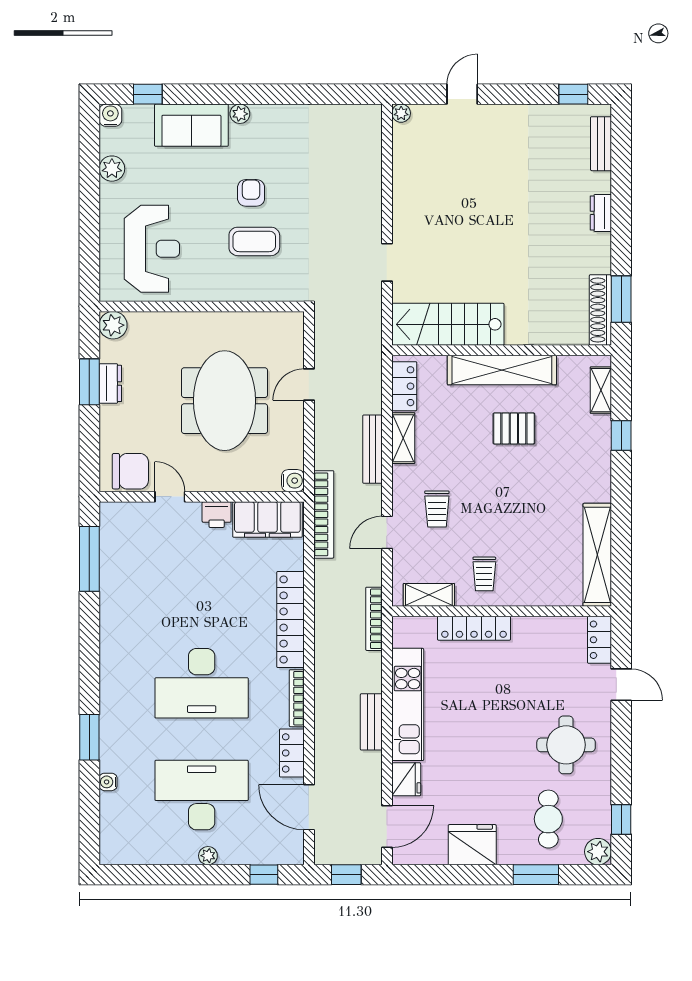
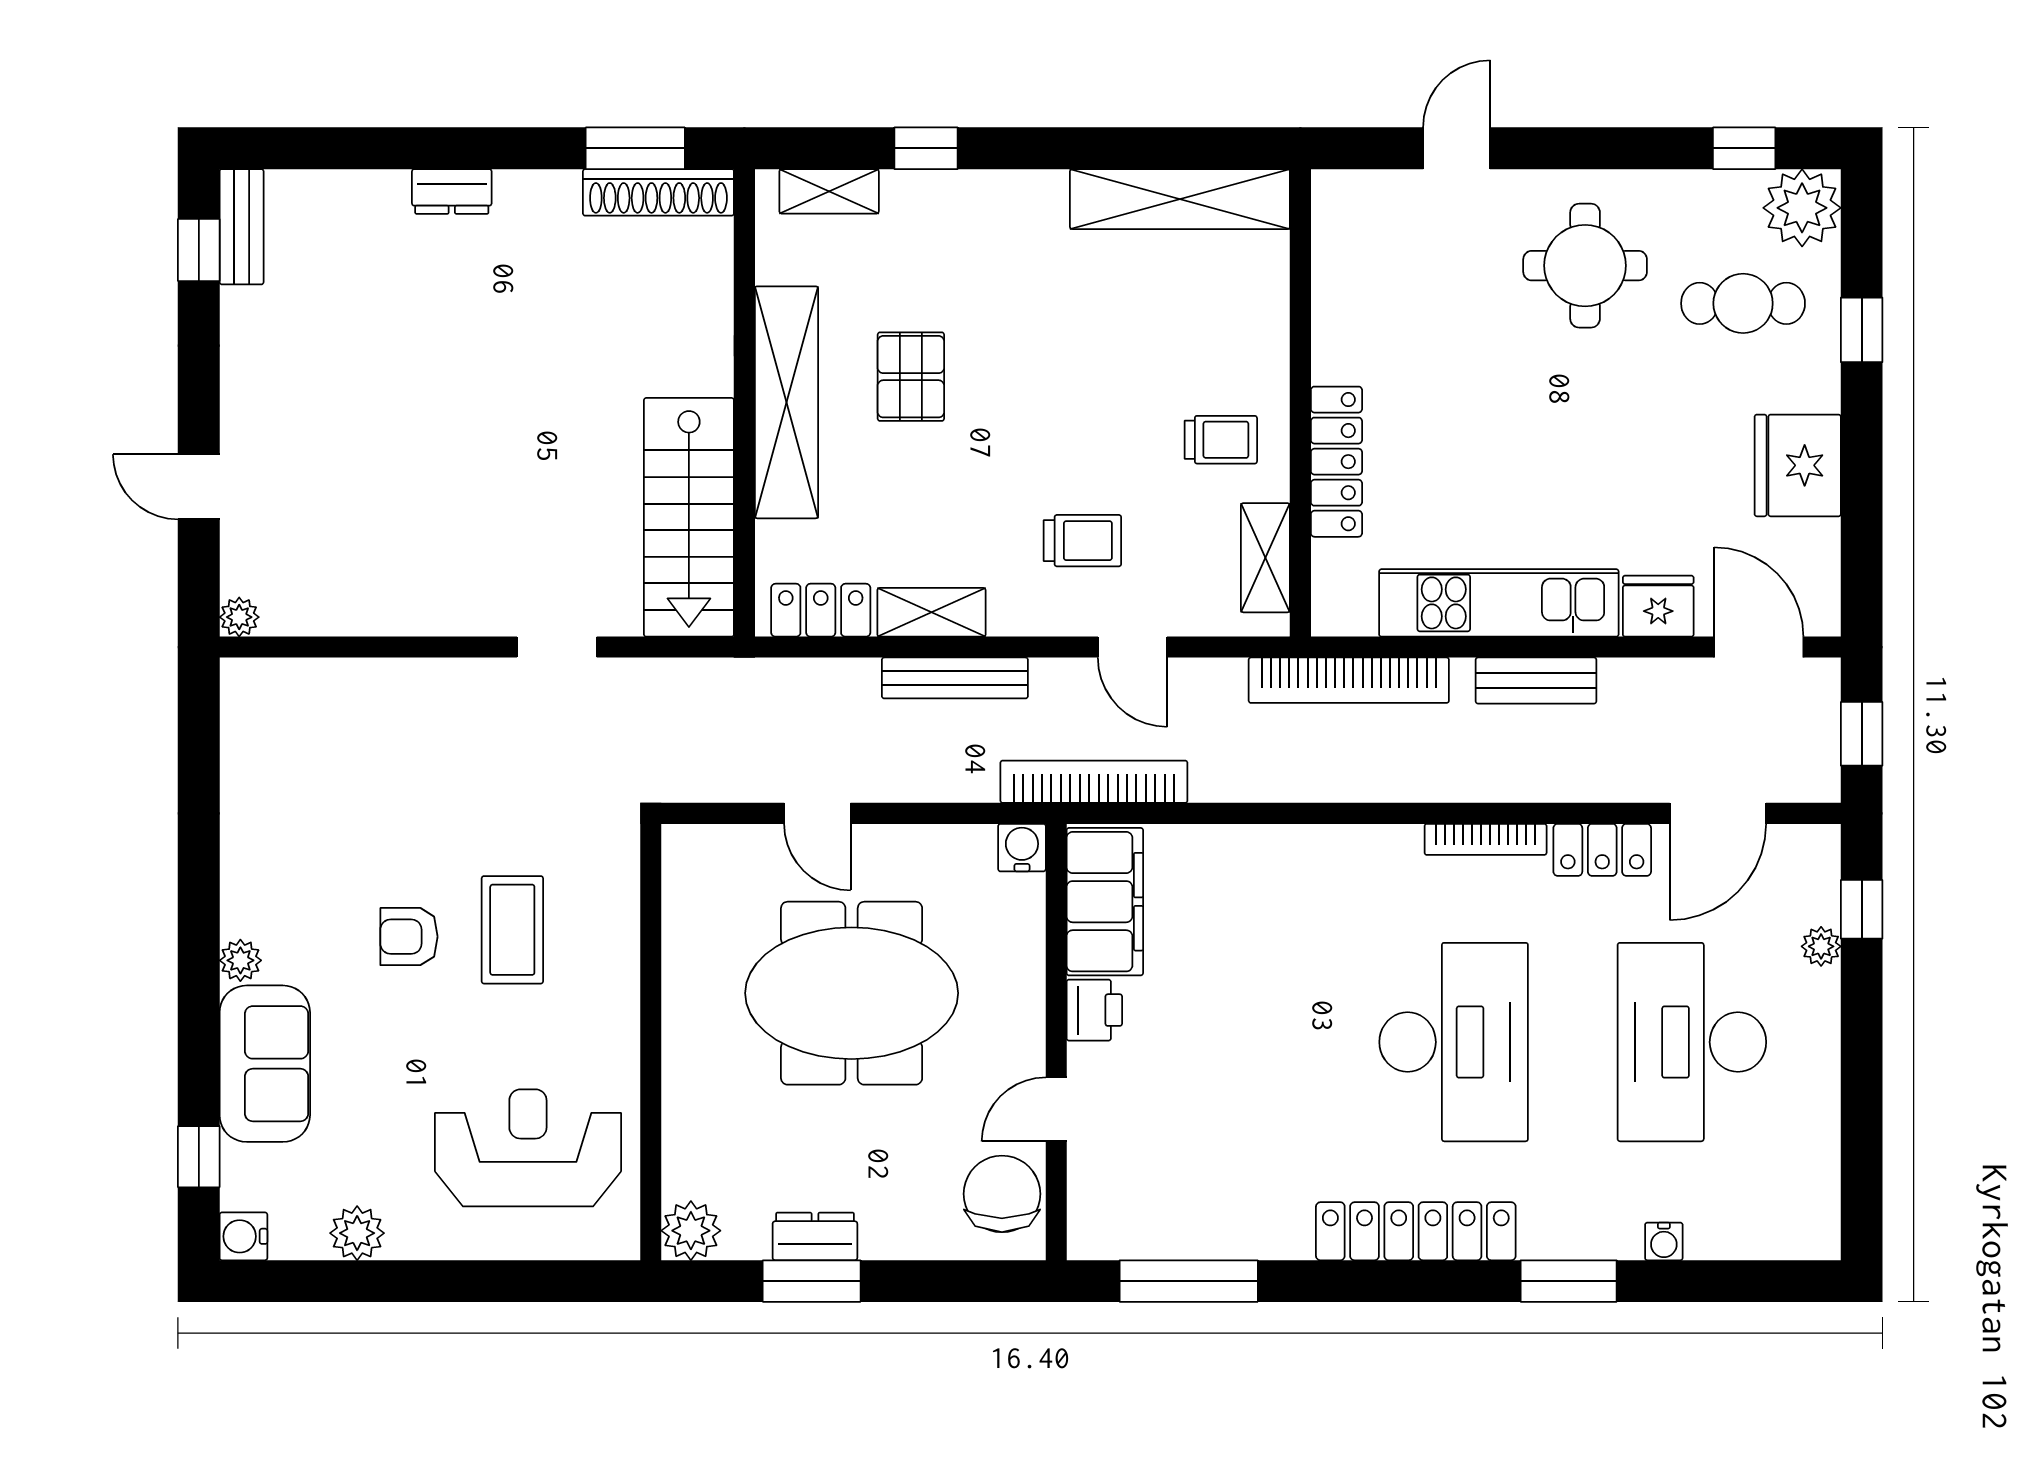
bench: (601, 144) -> (242, 227), moved, turned 90
bookcase: (374, 619) -> (1349, 680), width x1.48, depth x1.31
locker: (290, 620) -> (1416, 1231), moved, turned 180
locker: (599, 640) -> (1361, 194), removed
plant: (598, 852) -> (1802, 208), width x1.36, depth x1.36
plant: (208, 856) -> (1821, 946), moved
window: (536, 875) -> (1862, 330), width x0.67

